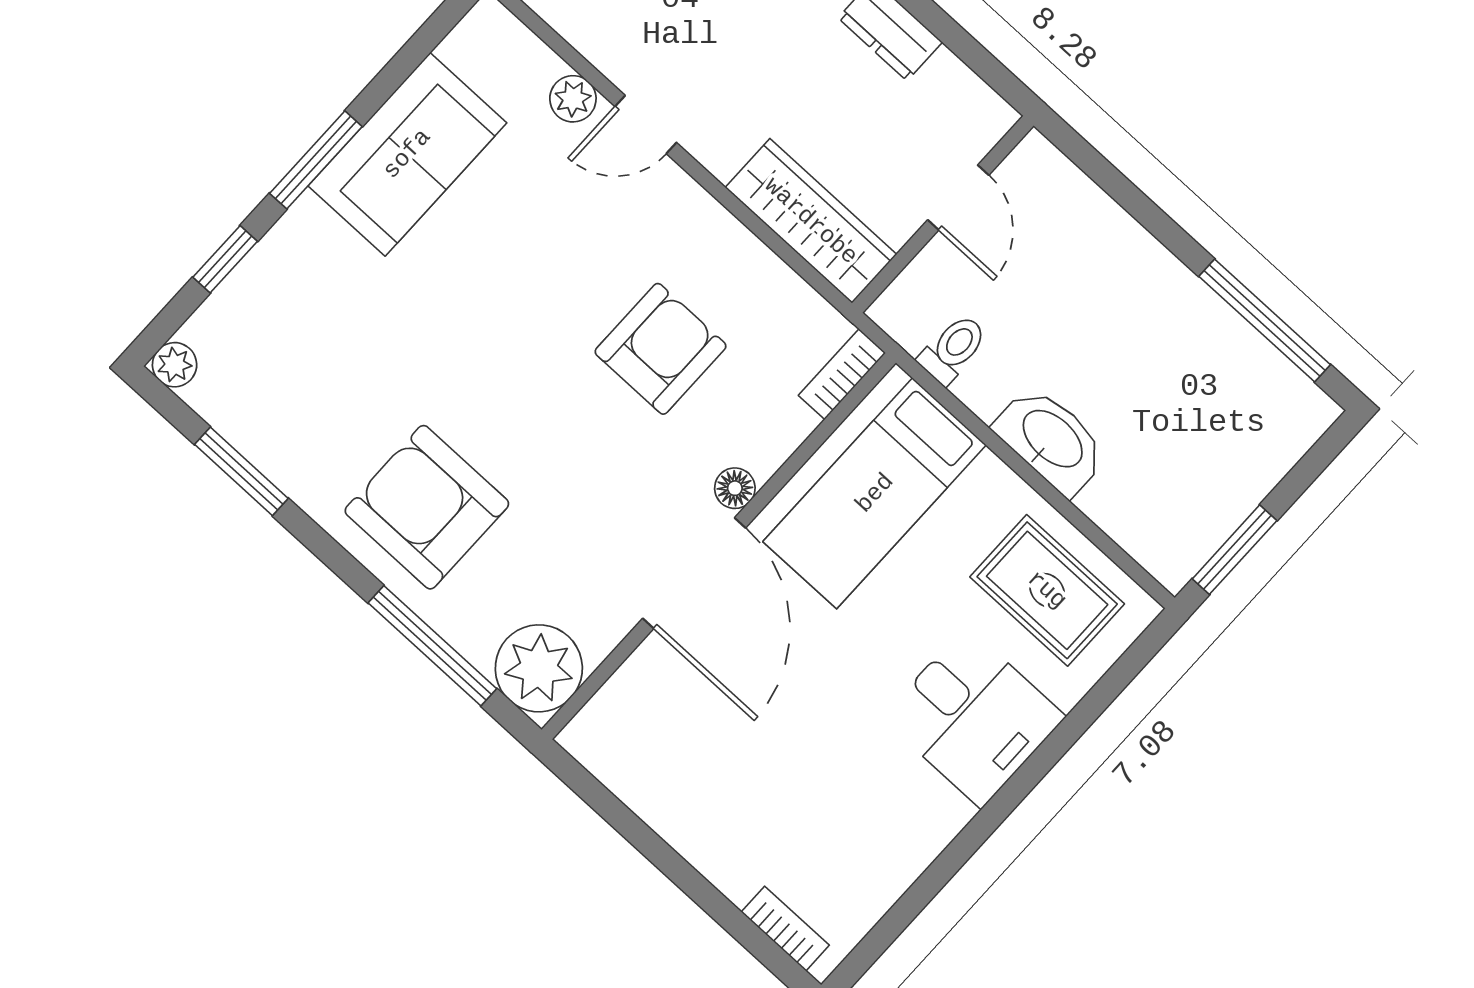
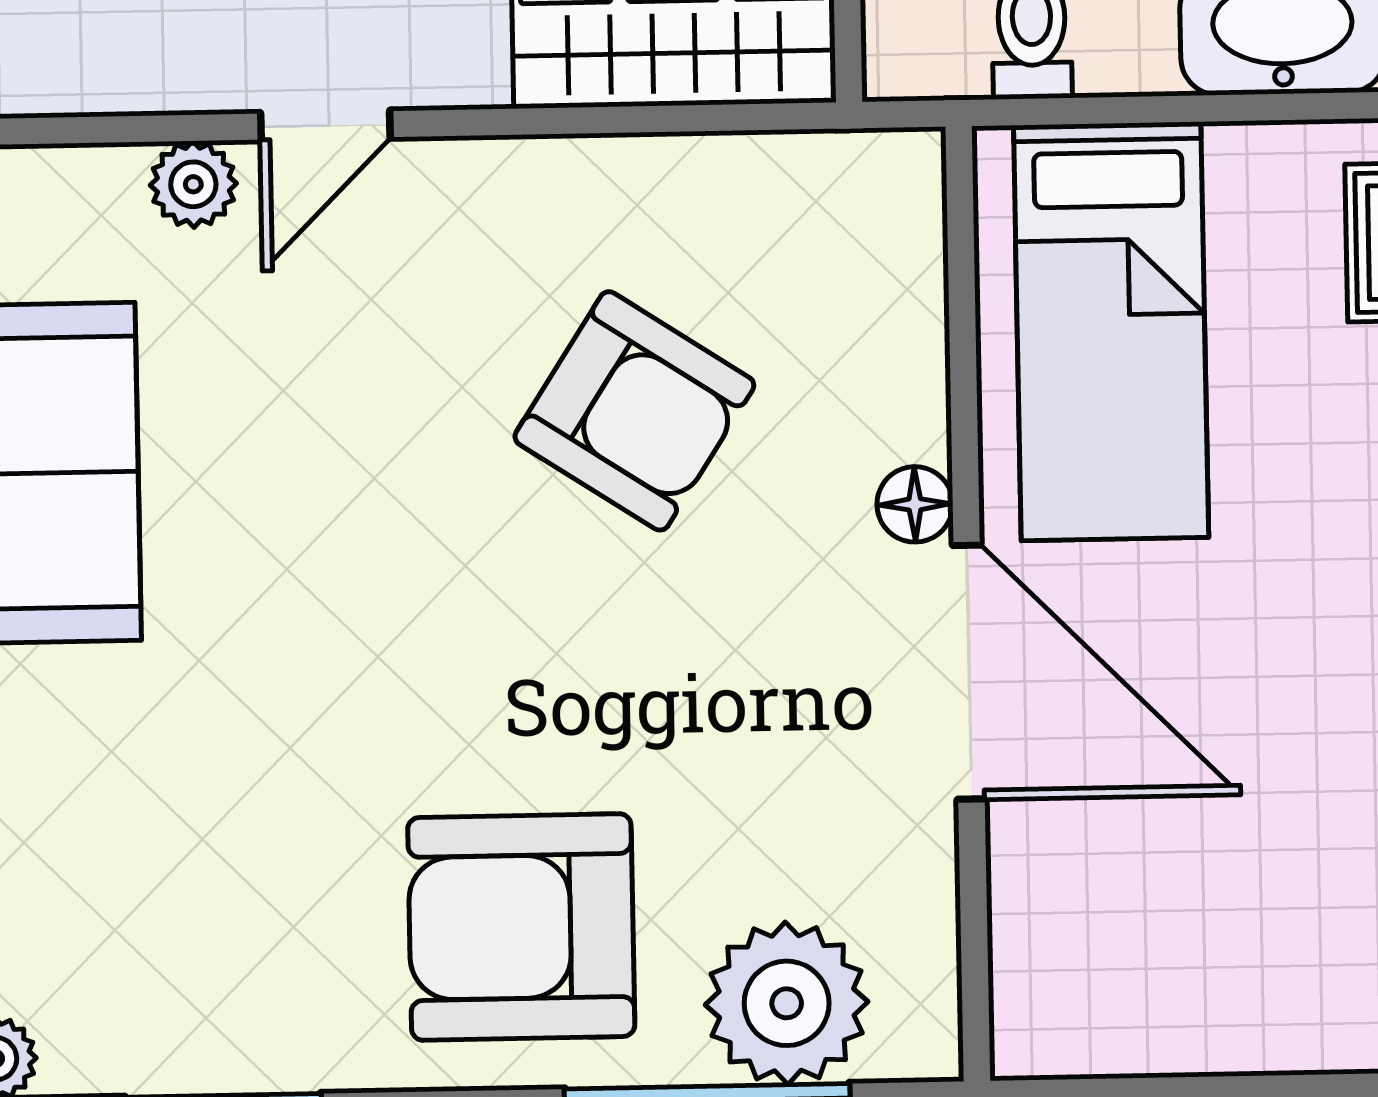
armchair: (661, 349) -> (634, 411), turned 123
bookcase: (842, 374) -> (913, 212), removed
plant: (539, 668) -> (787, 1003), moved

